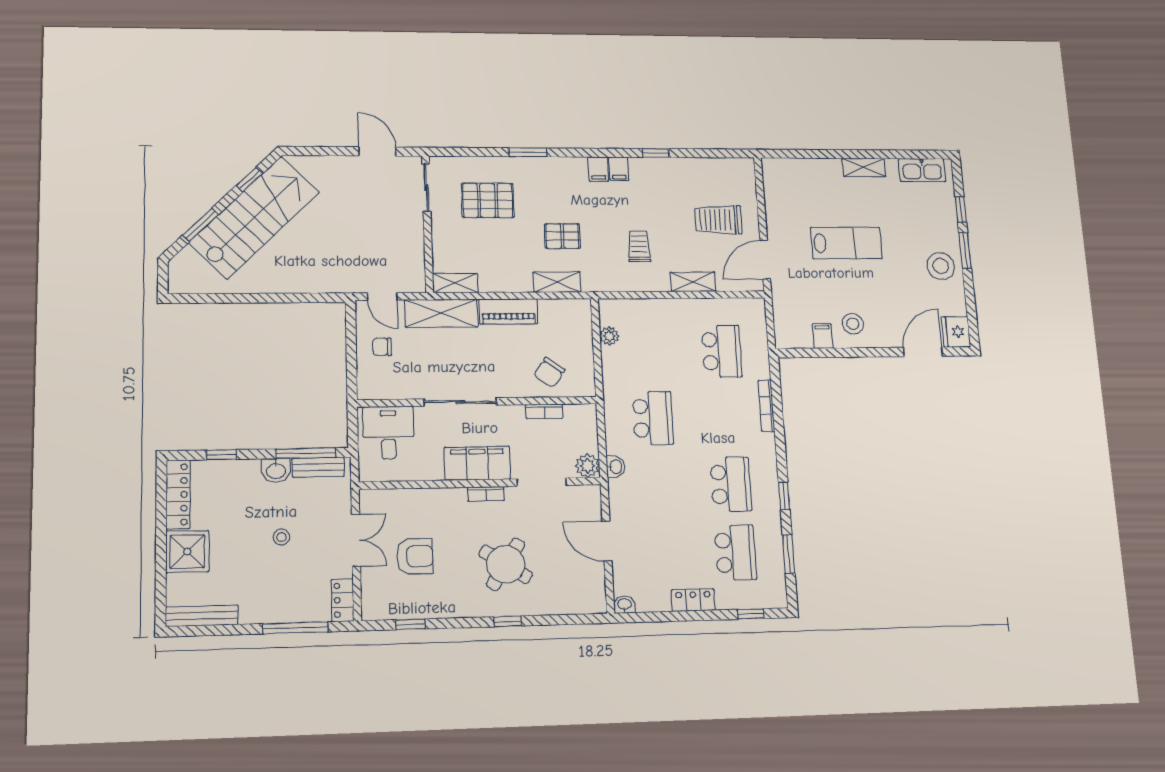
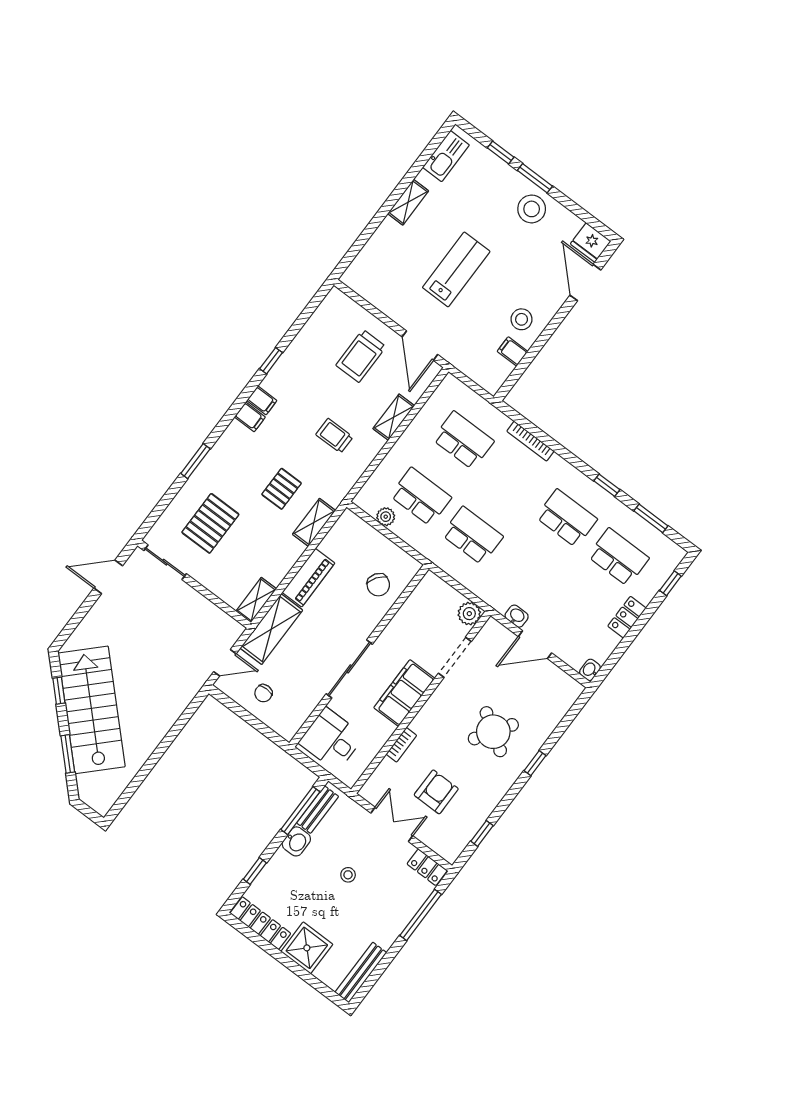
school desk: (649, 352) -> (421, 497), added
bookcase: (544, 411) -> (404, 612), removed
washbasin: (616, 467) -> (517, 616), moved
bookcase: (486, 494) -> (401, 745), moved

